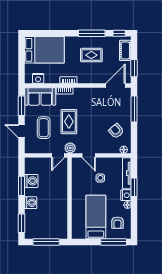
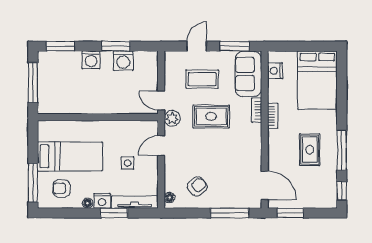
cot: (125, 50) -> (316, 200), removed

